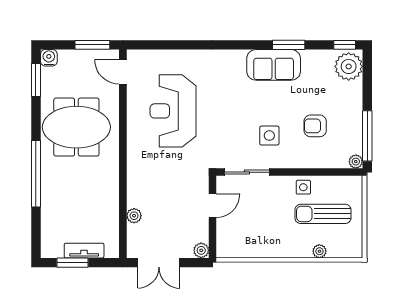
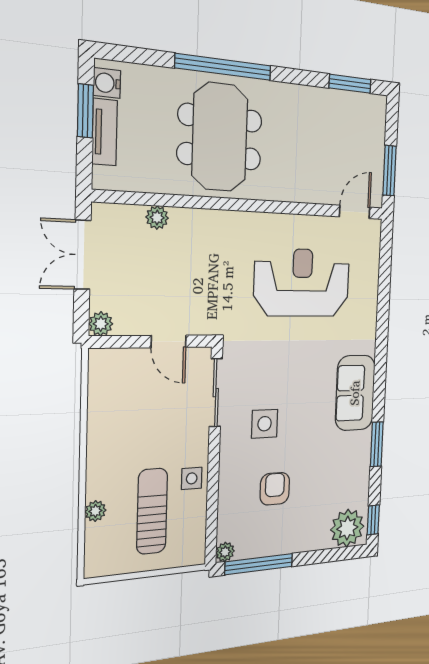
water cooler: (49, 58) -> (107, 83), moved, turned 180
sofa: (274, 65) -> (355, 393), moved
meeting table: (76, 127) -> (220, 137), moved

